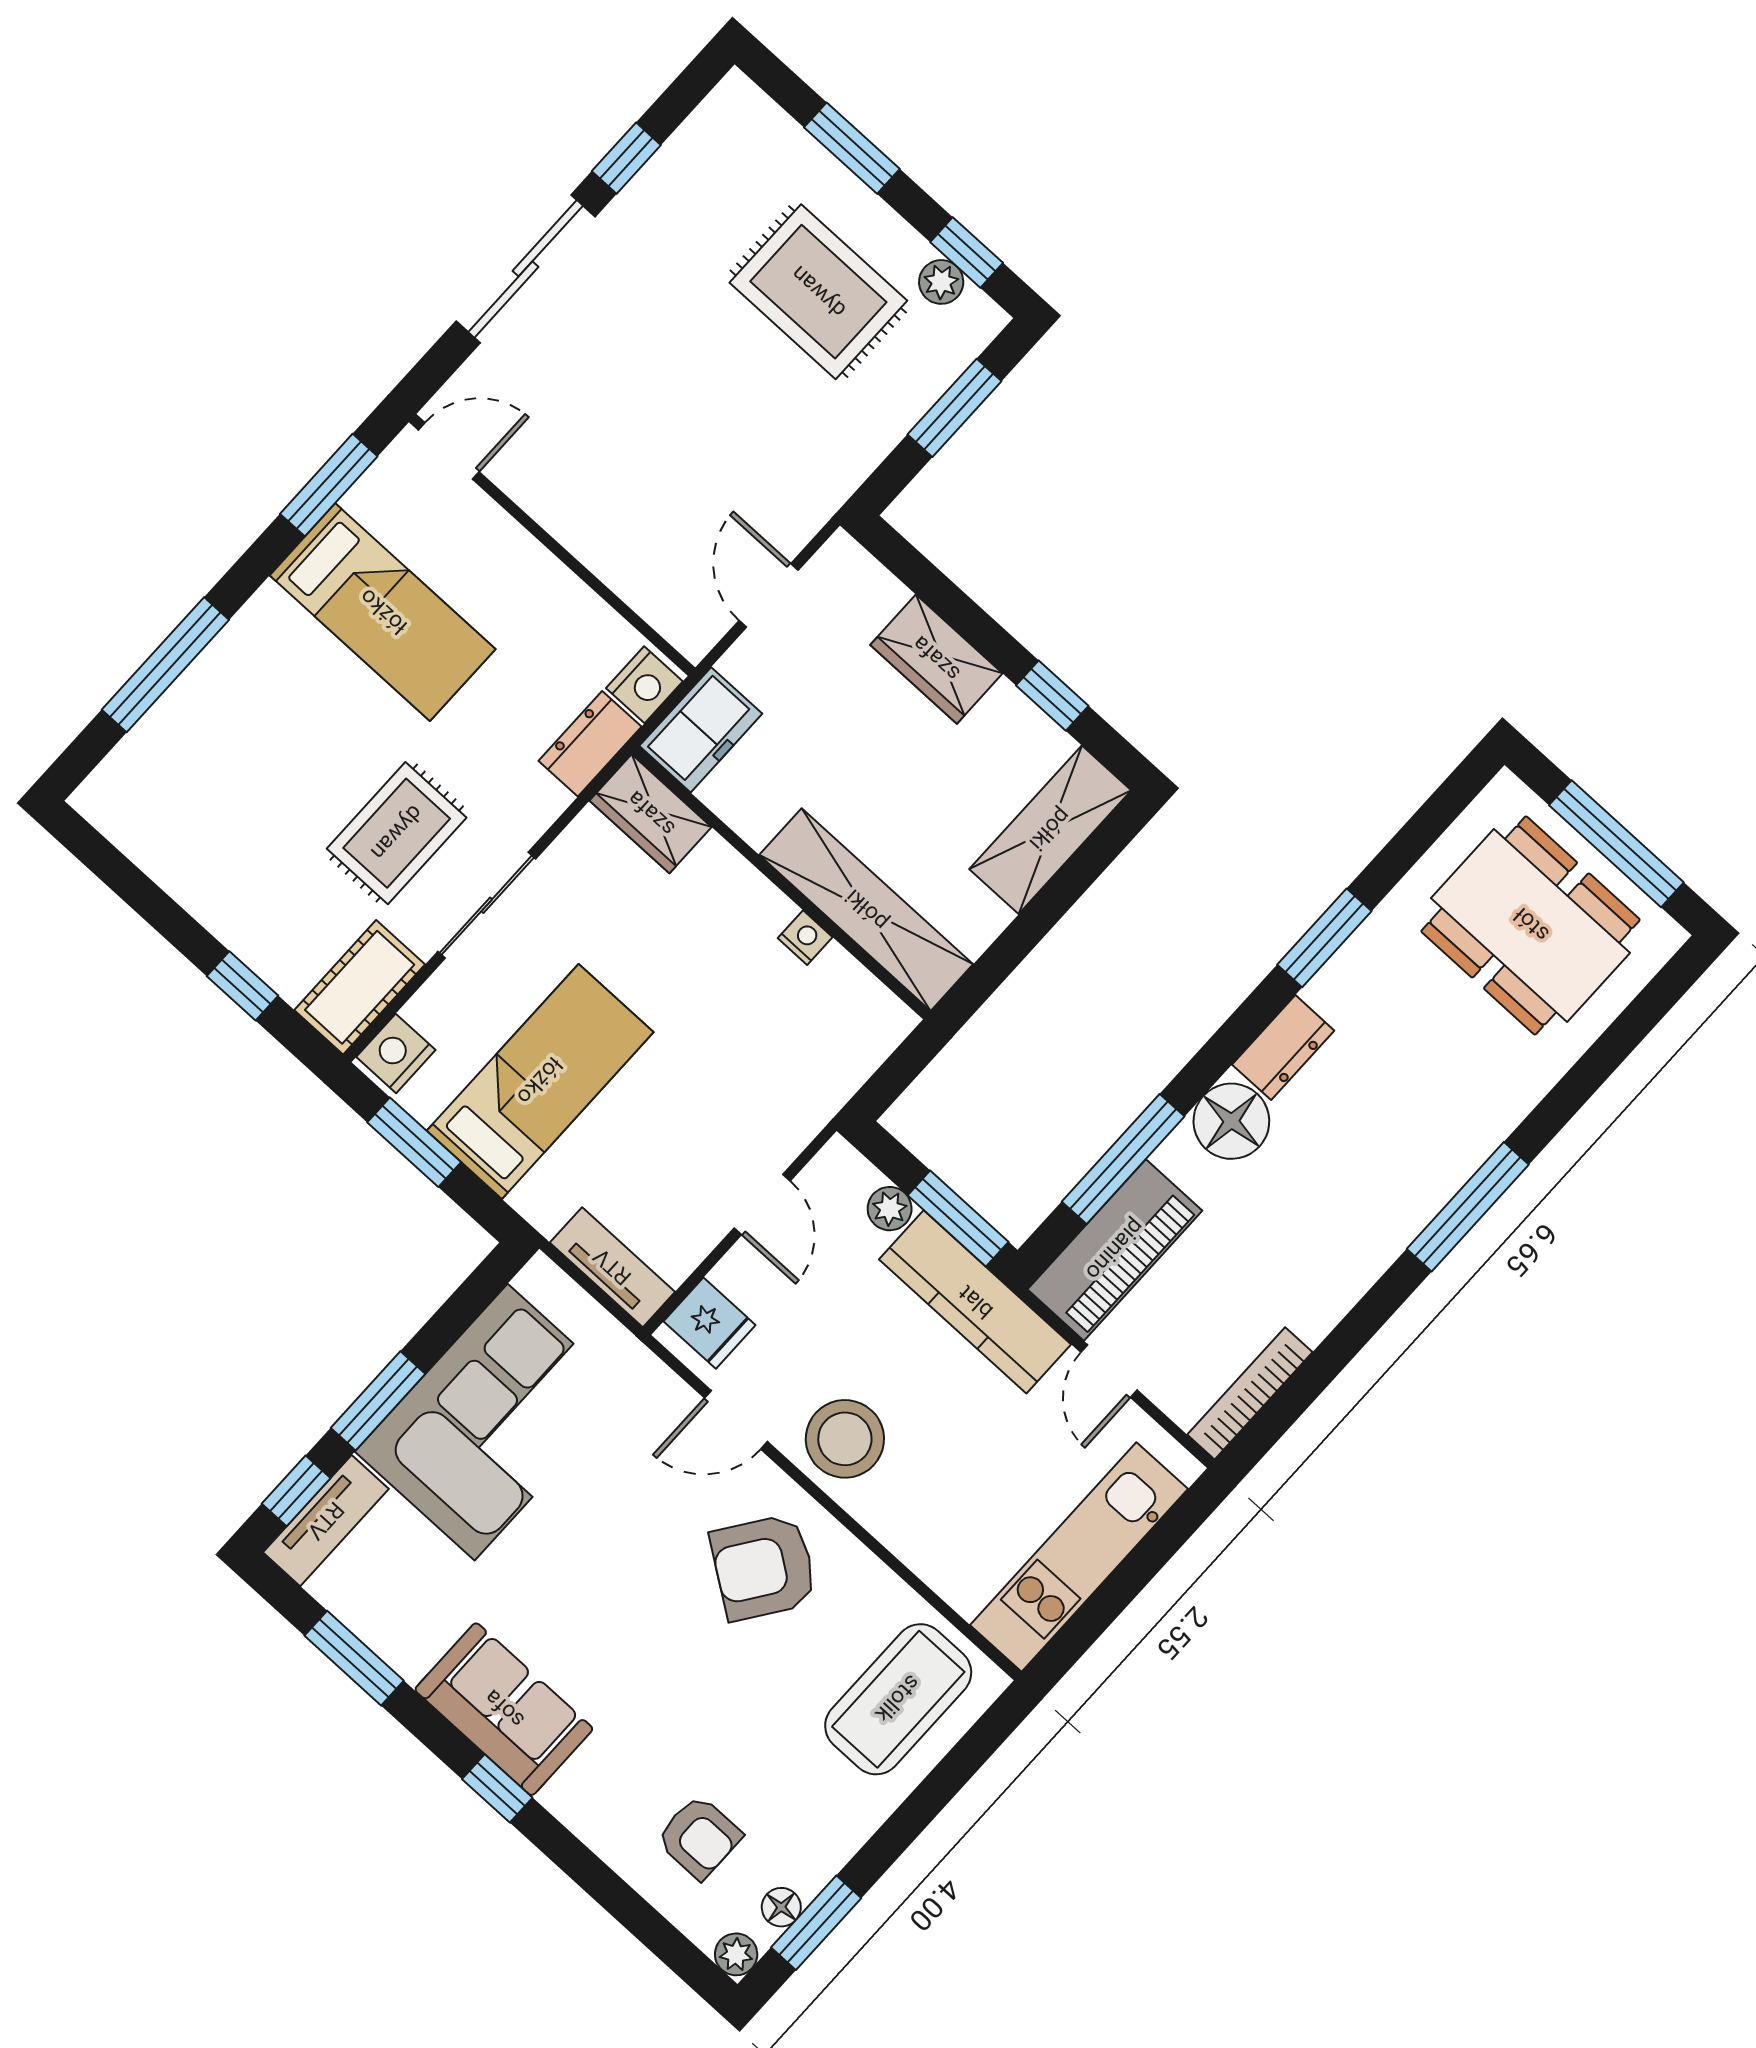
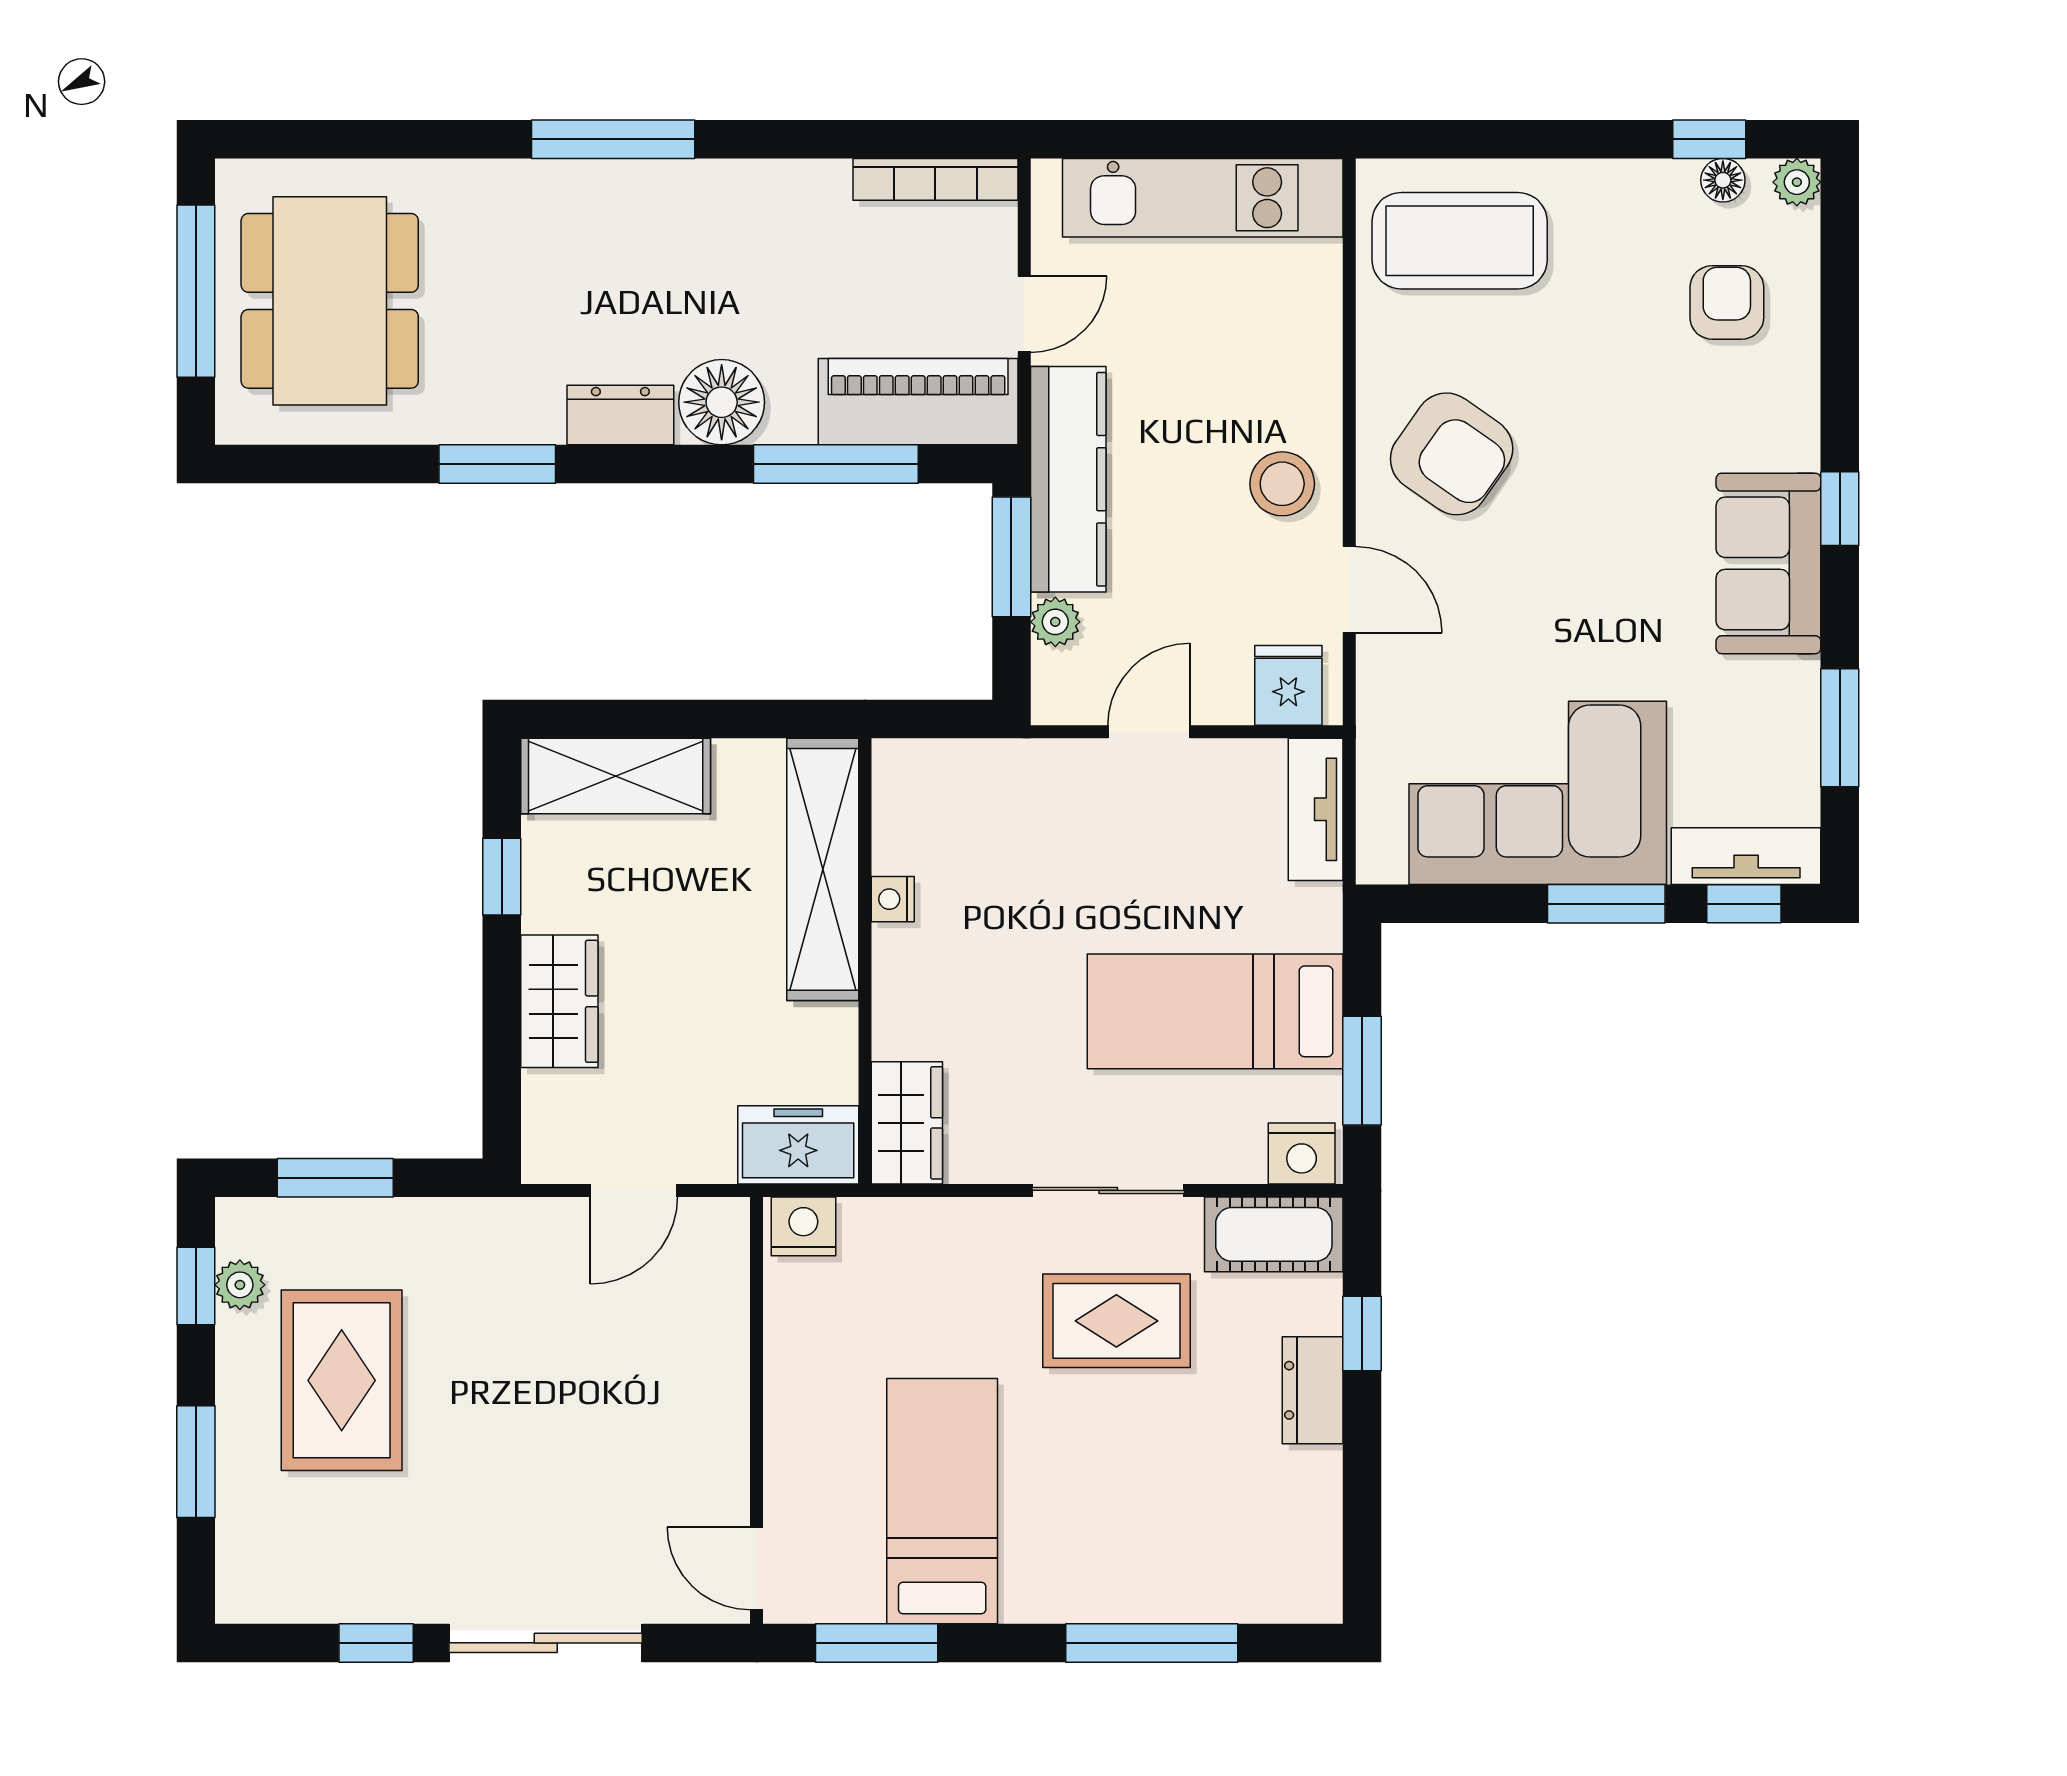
dresser: (590, 744) -> (1313, 1390), moved, turned 90
stool: (845, 1439) -> (1282, 484), width x0.73, depth x0.73
window: (816, 1923) -> (1709, 139), width x0.67

